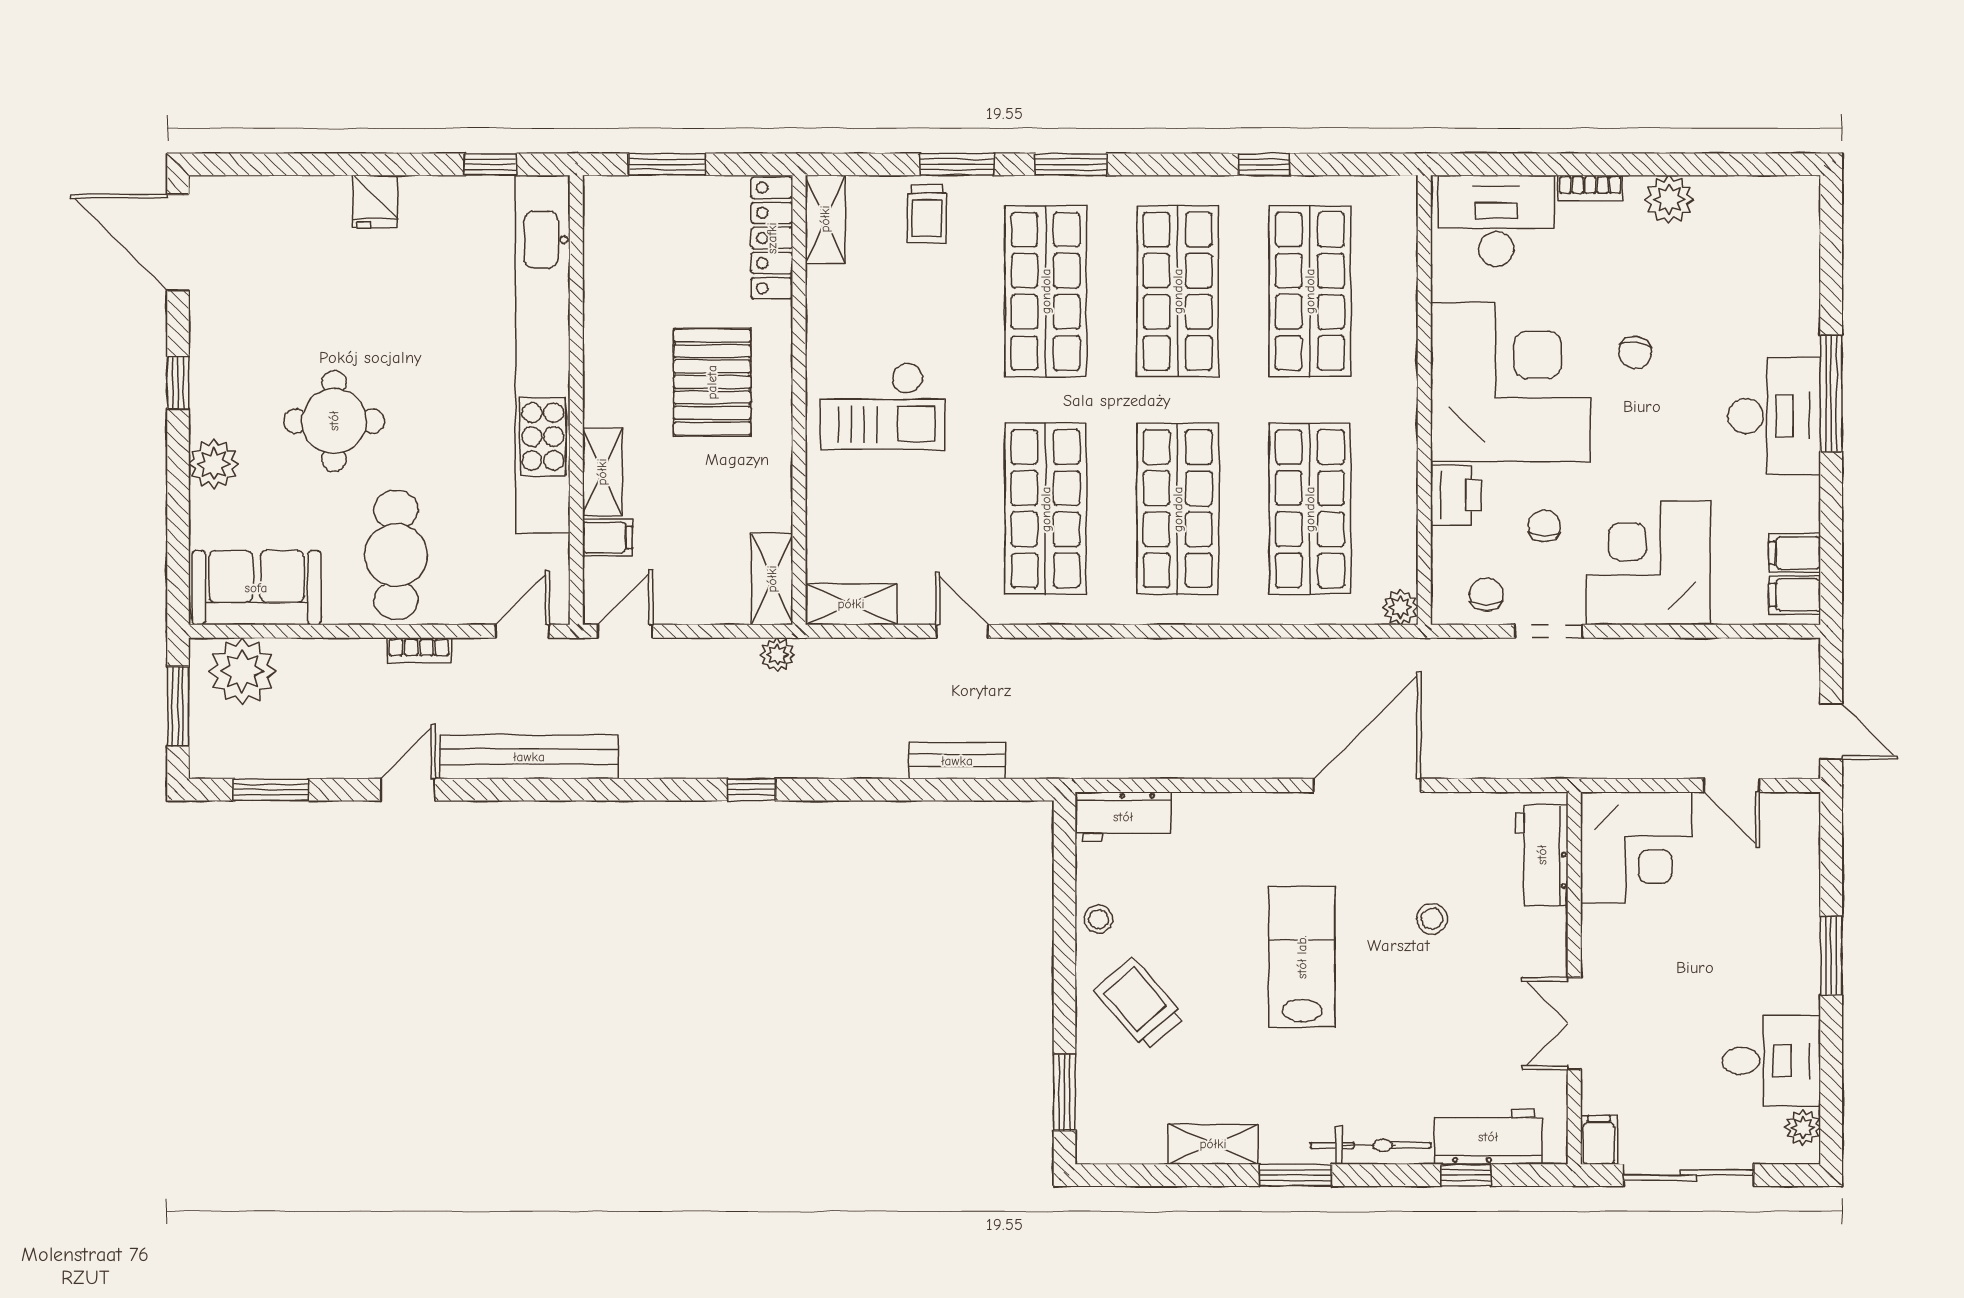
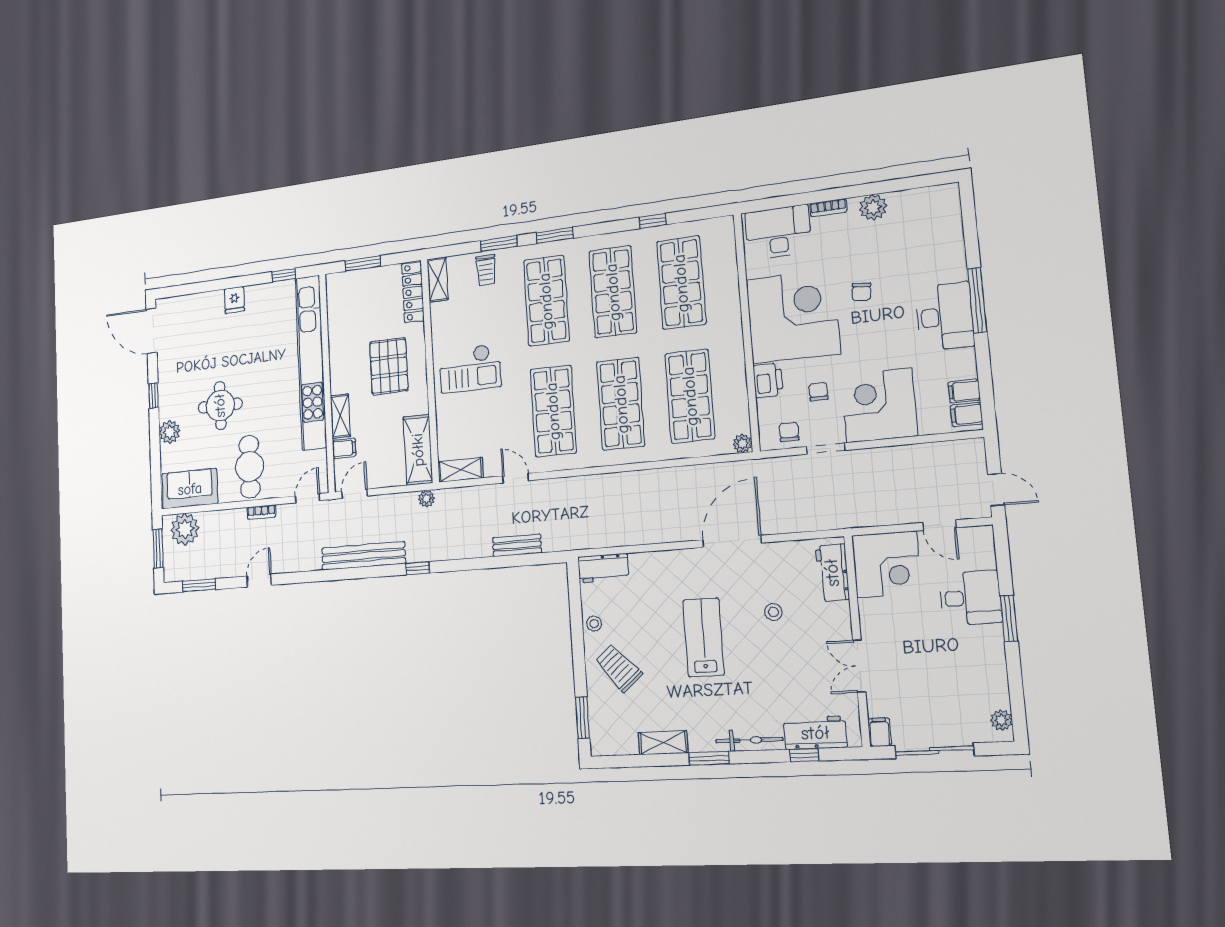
shelving: (772, 579) -> (418, 450), width x1.50, depth x1.33
bench: (529, 757) -> (363, 556), moved
desk: (1771, 1061) -> (970, 598), moved

